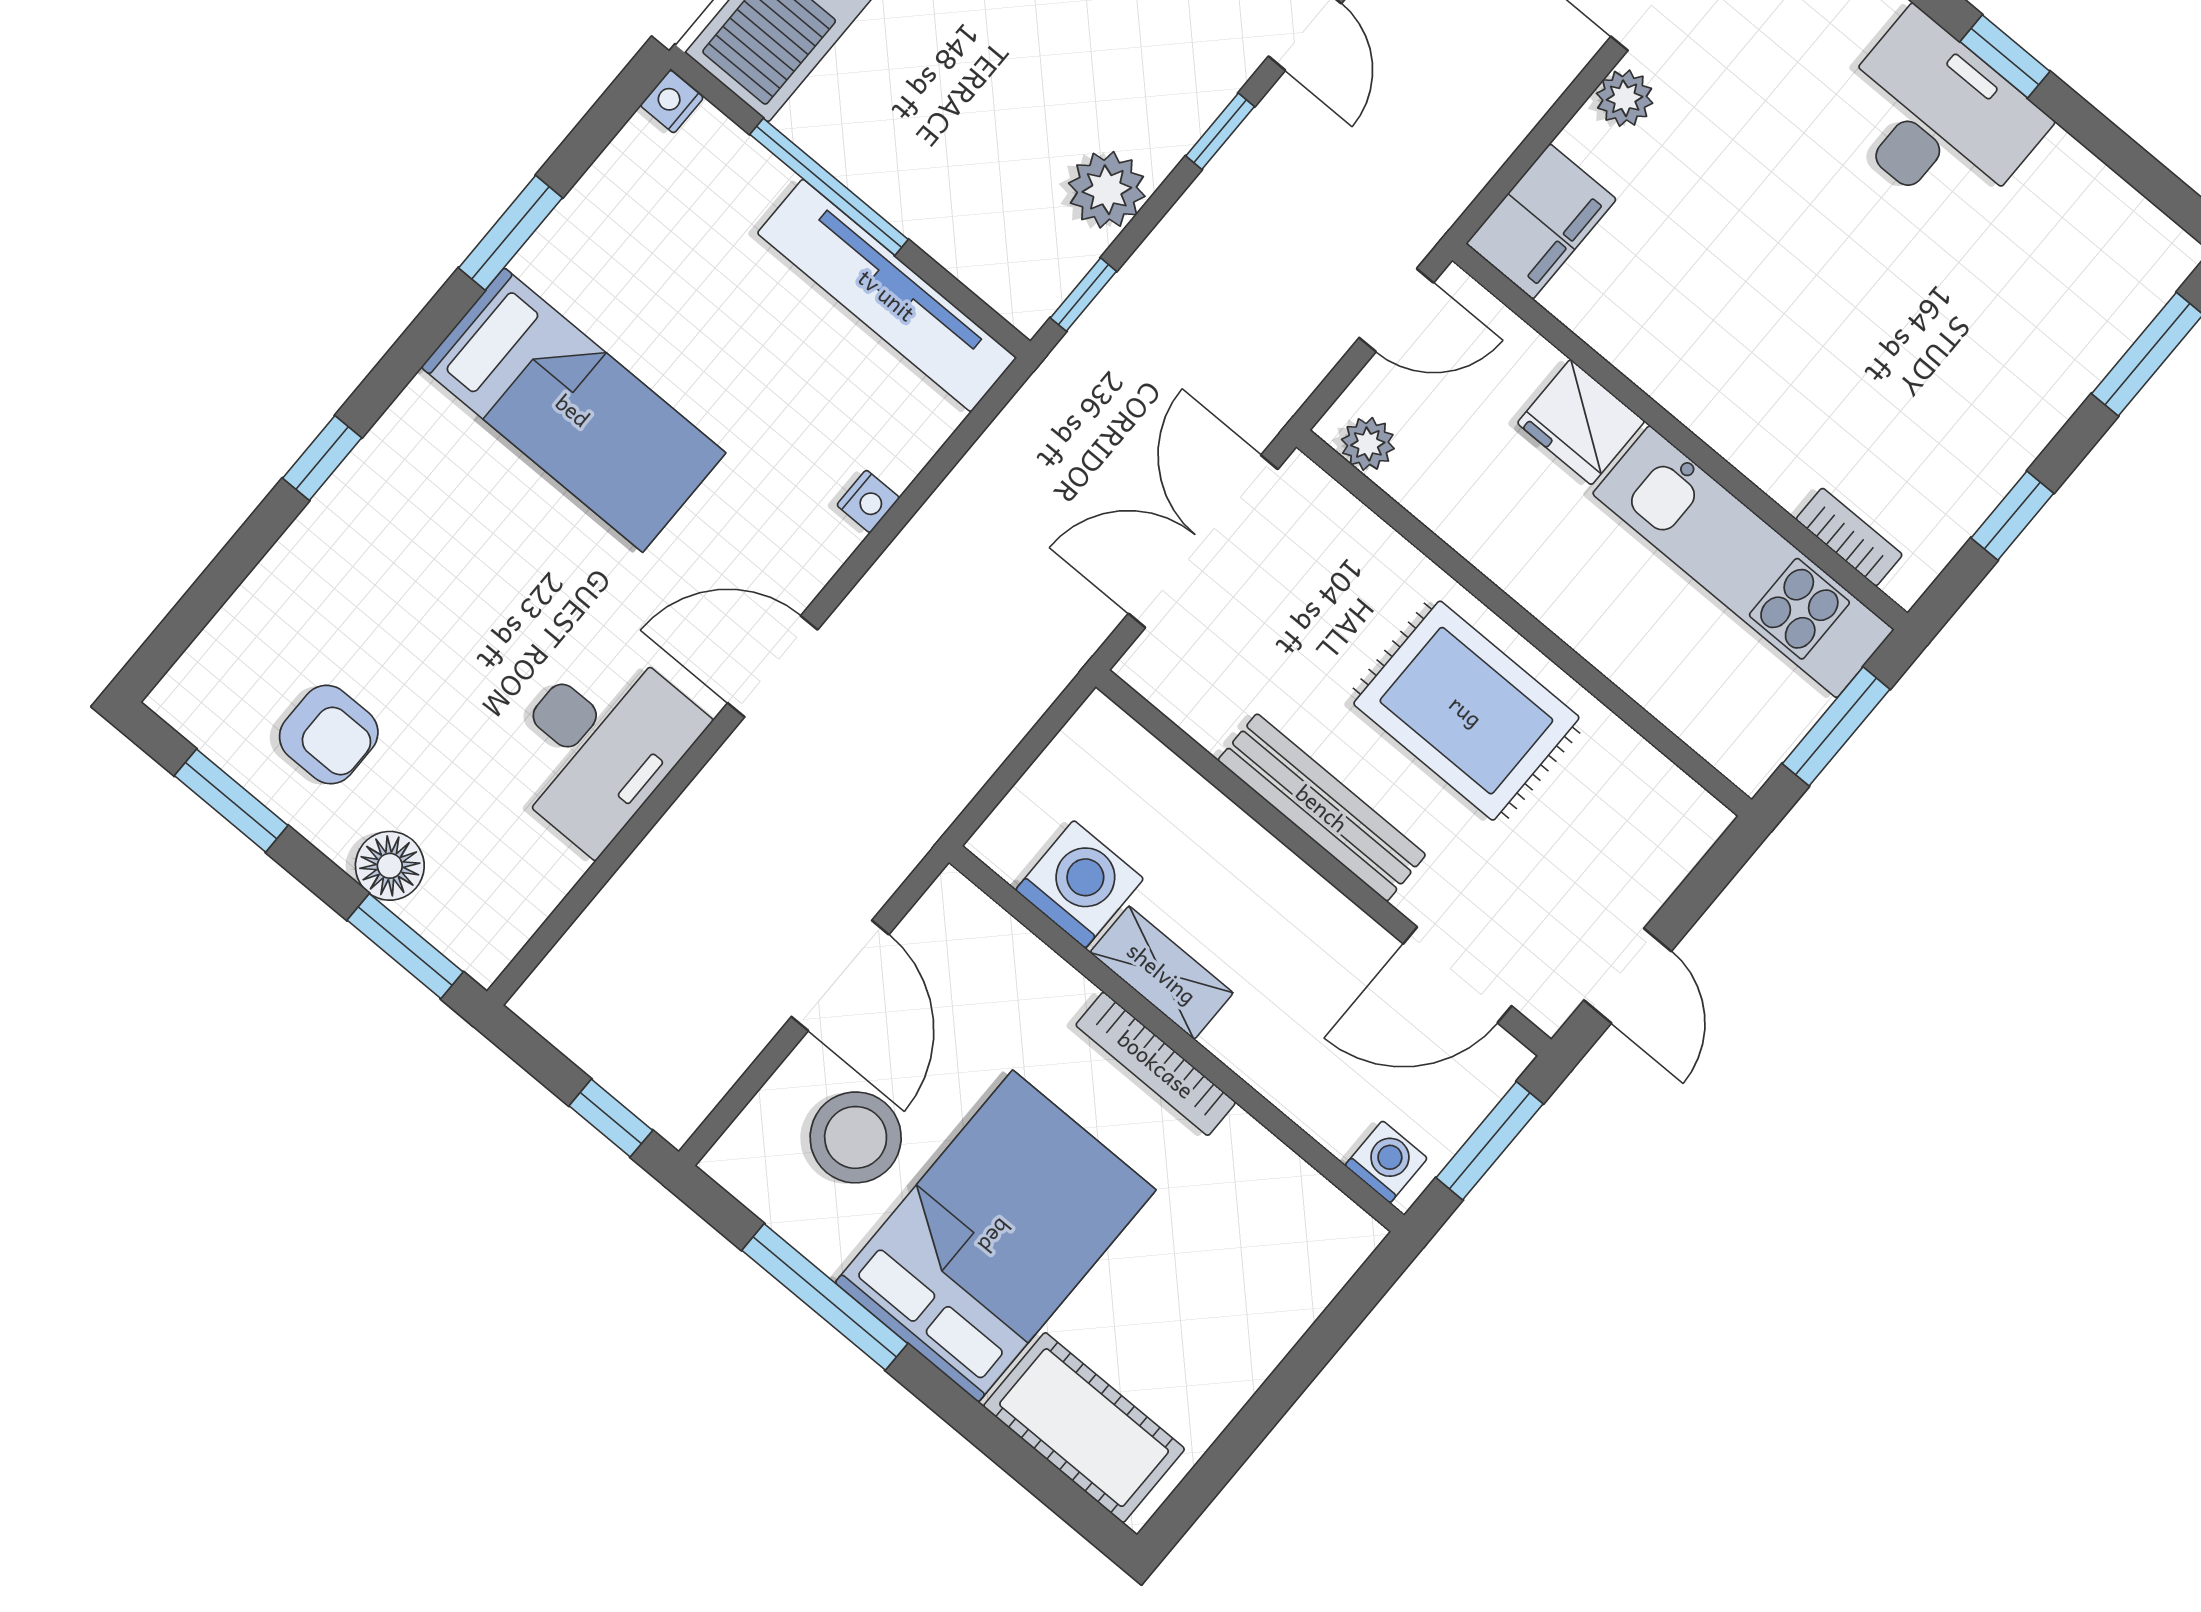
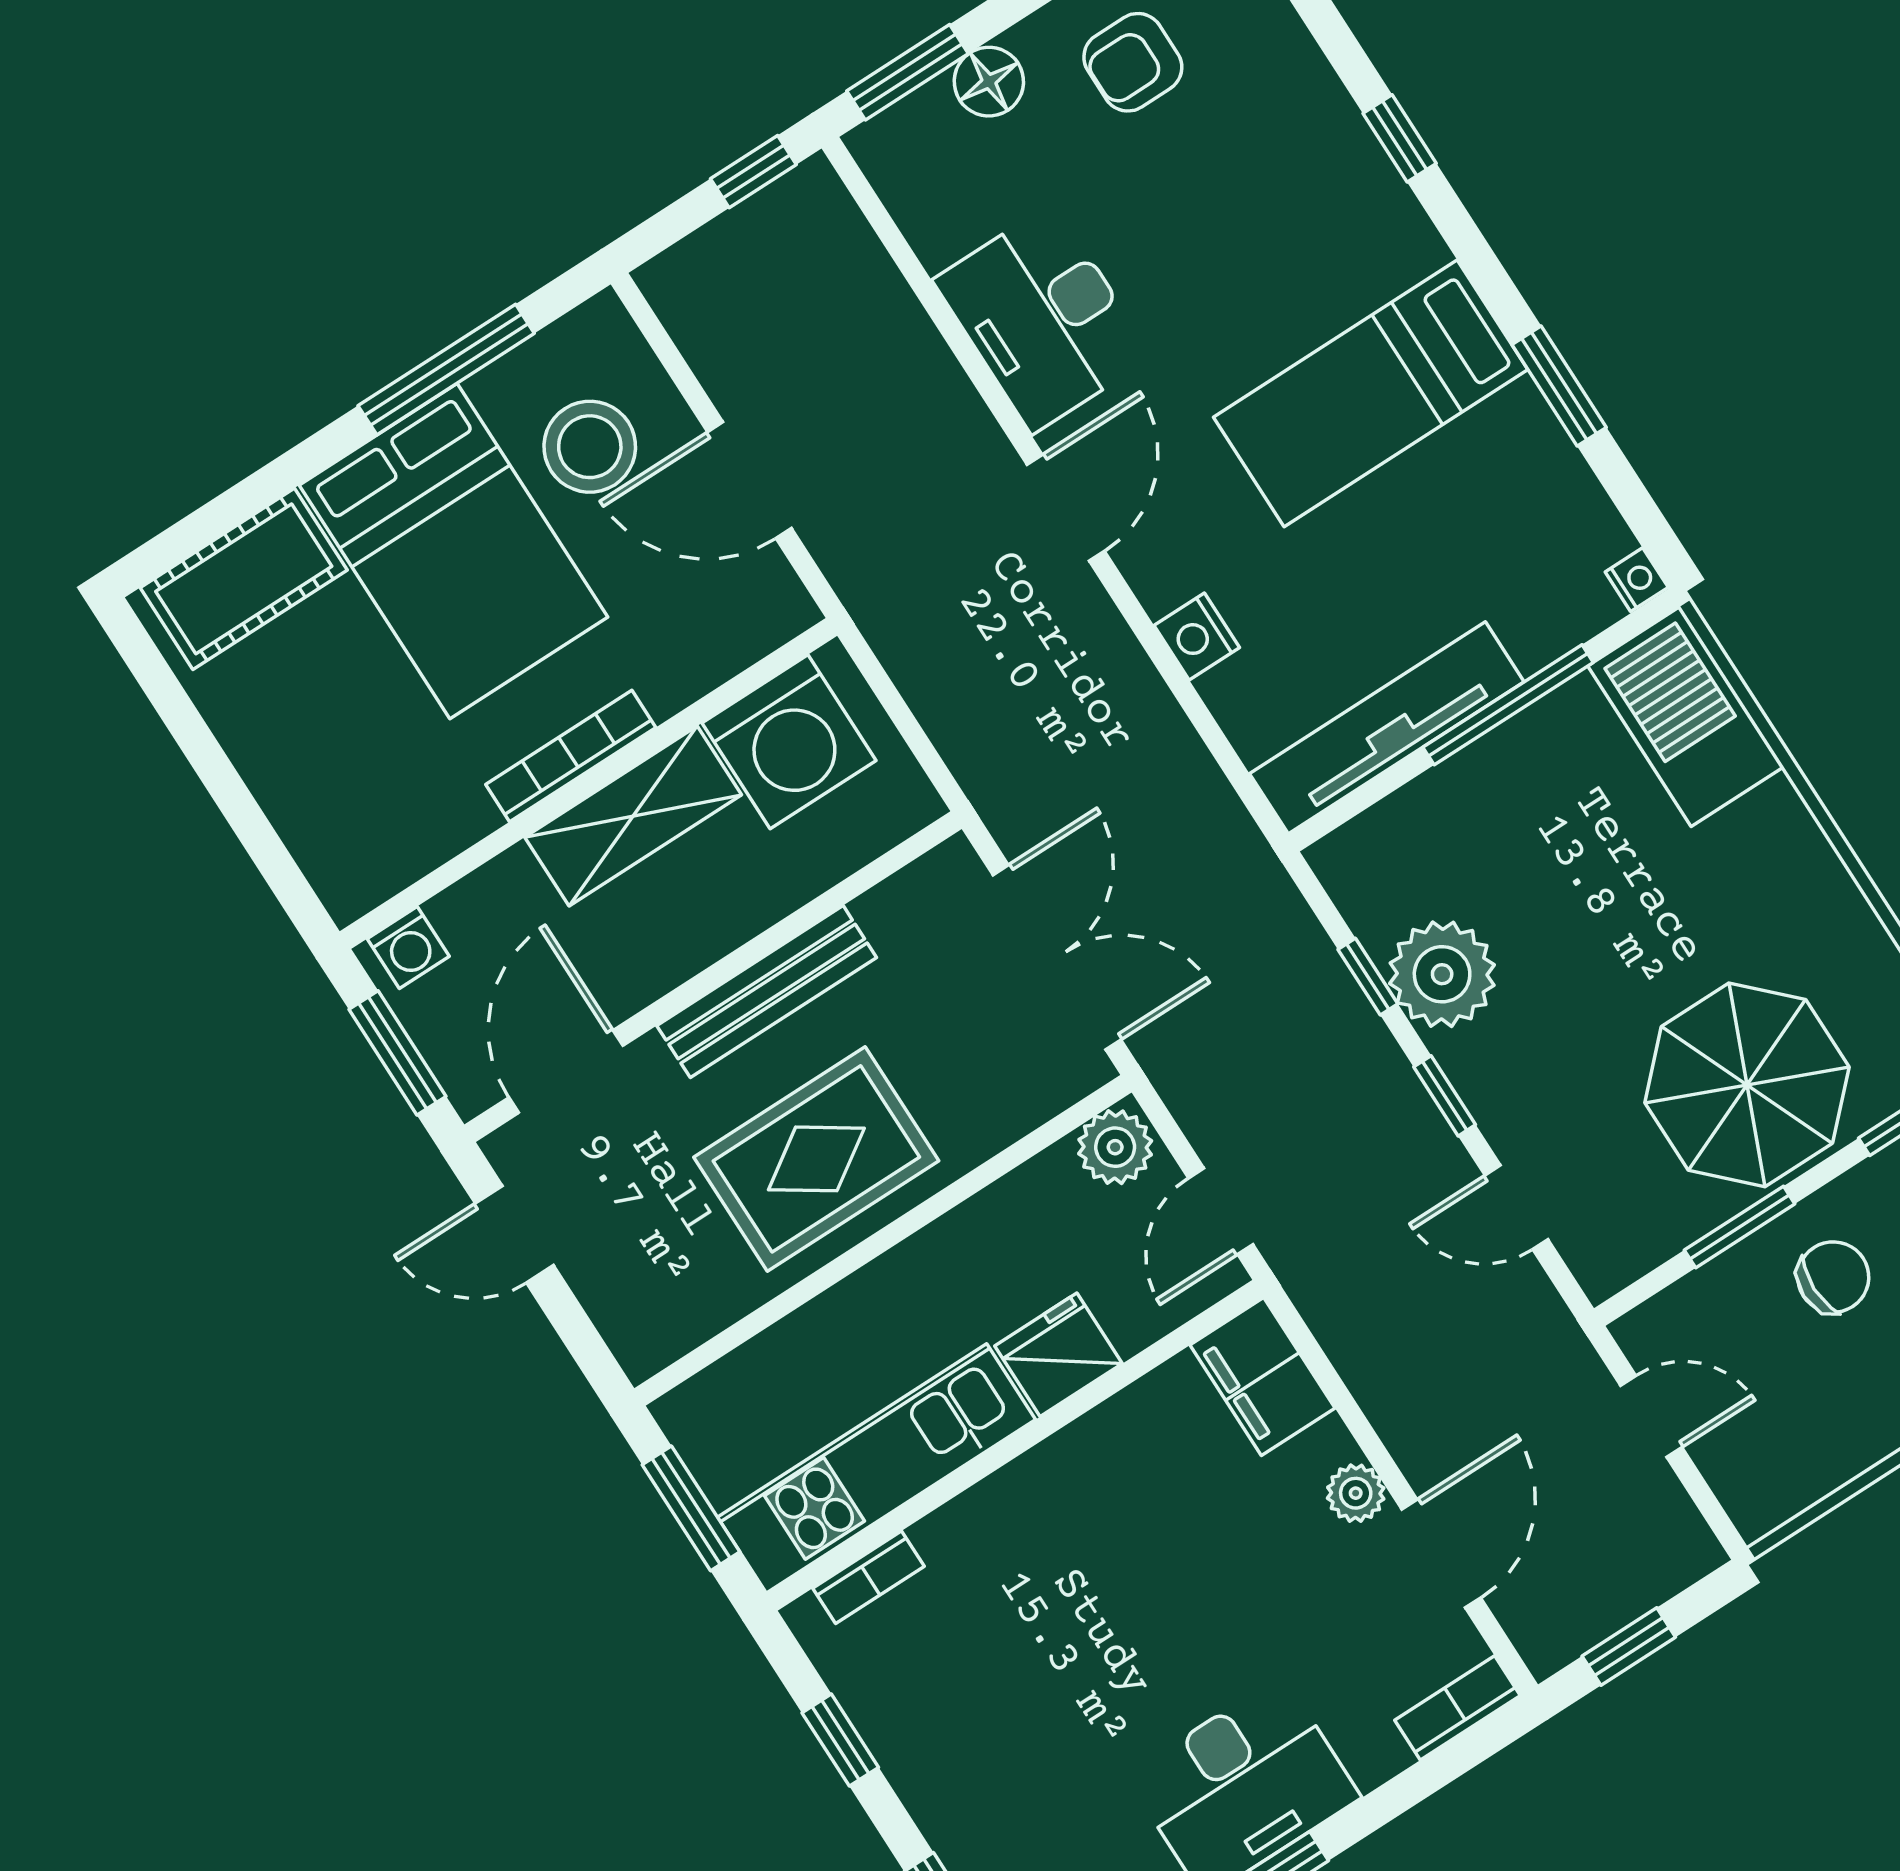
plant: (1107, 190) -> (1442, 974), width x1.36, depth x1.36
window: (1083, 295) -> (1368, 977), moved
plant: (1368, 444) -> (1115, 1147), width x1.38, depth x1.38
nightstand: (868, 501) -> (1197, 636), width x1.39, depth x1.35
washing machine: (1079, 884) -> (789, 742), width x1.37, depth x1.37
shelving: (1162, 973) -> (633, 816), width x1.50, depth x1.33
window: (611, 1118) -> (753, 172), moved

